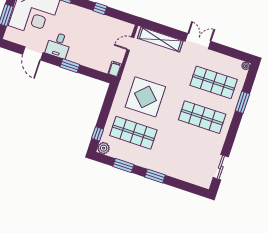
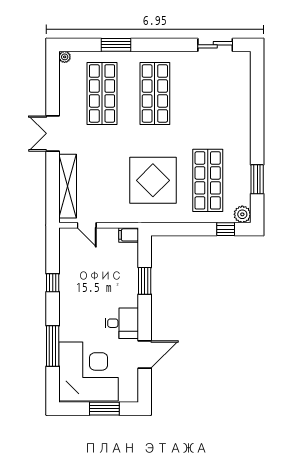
window: (70, 66) -> (145, 281), moved
window: (155, 176) -> (257, 131), removed

